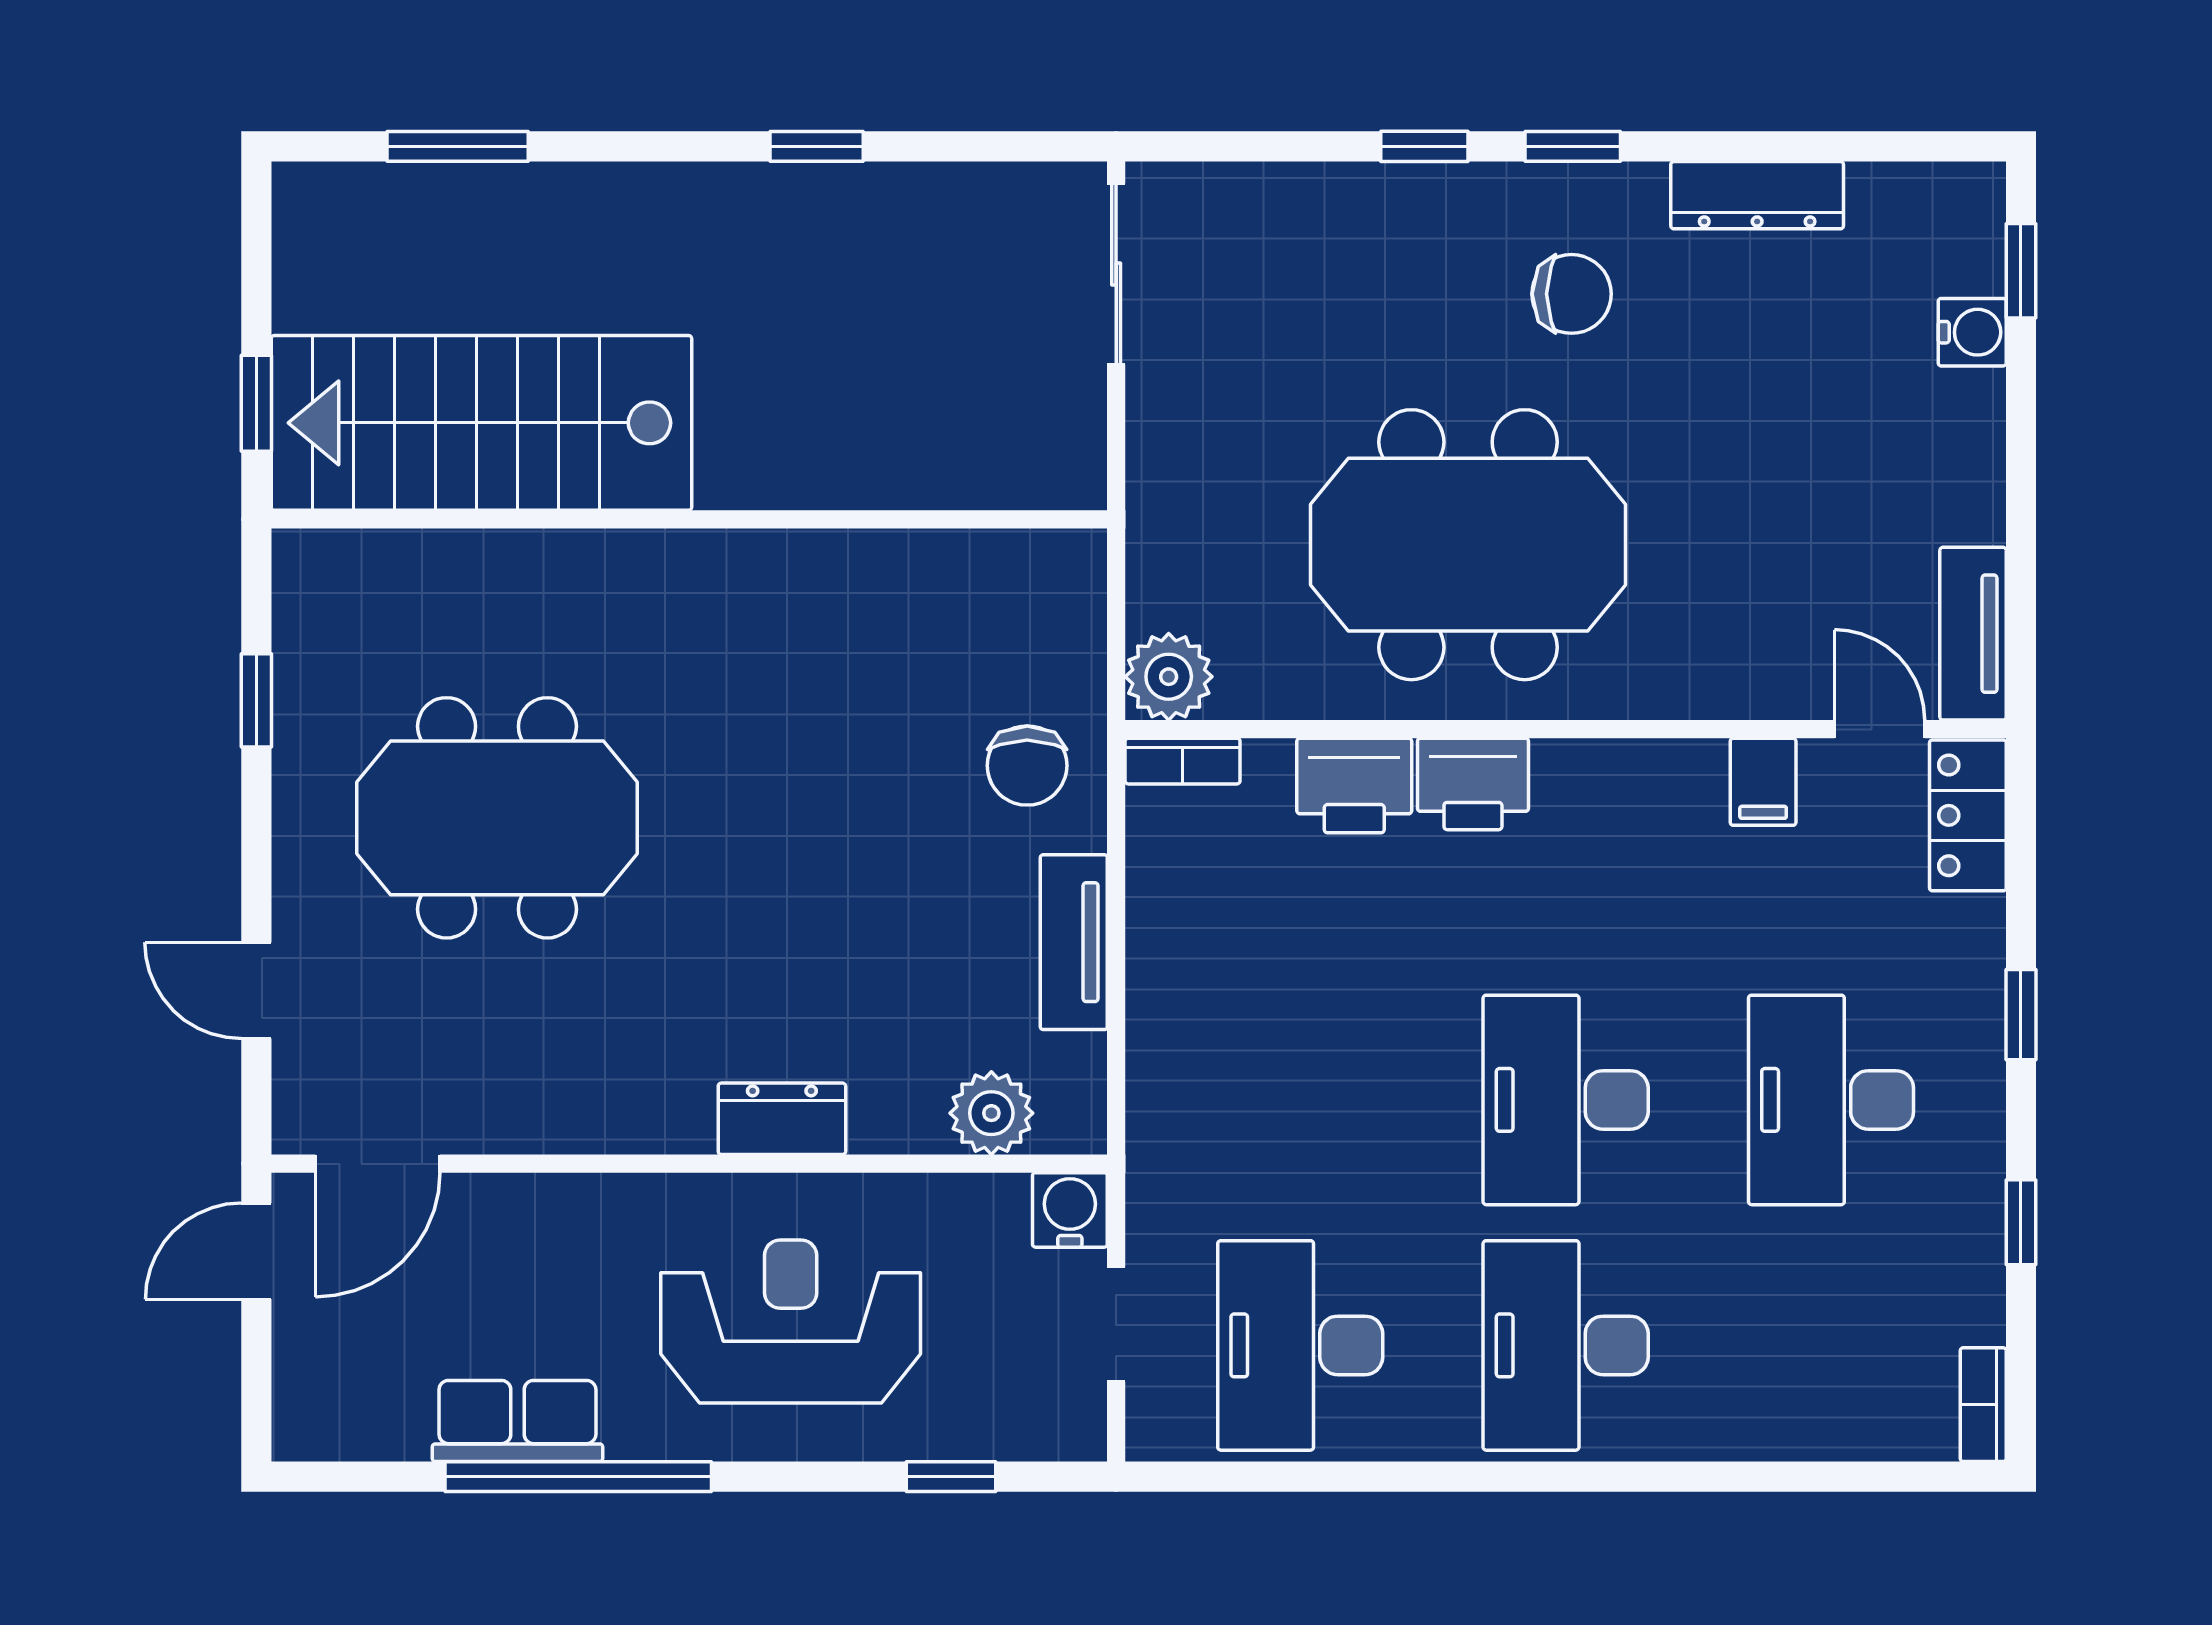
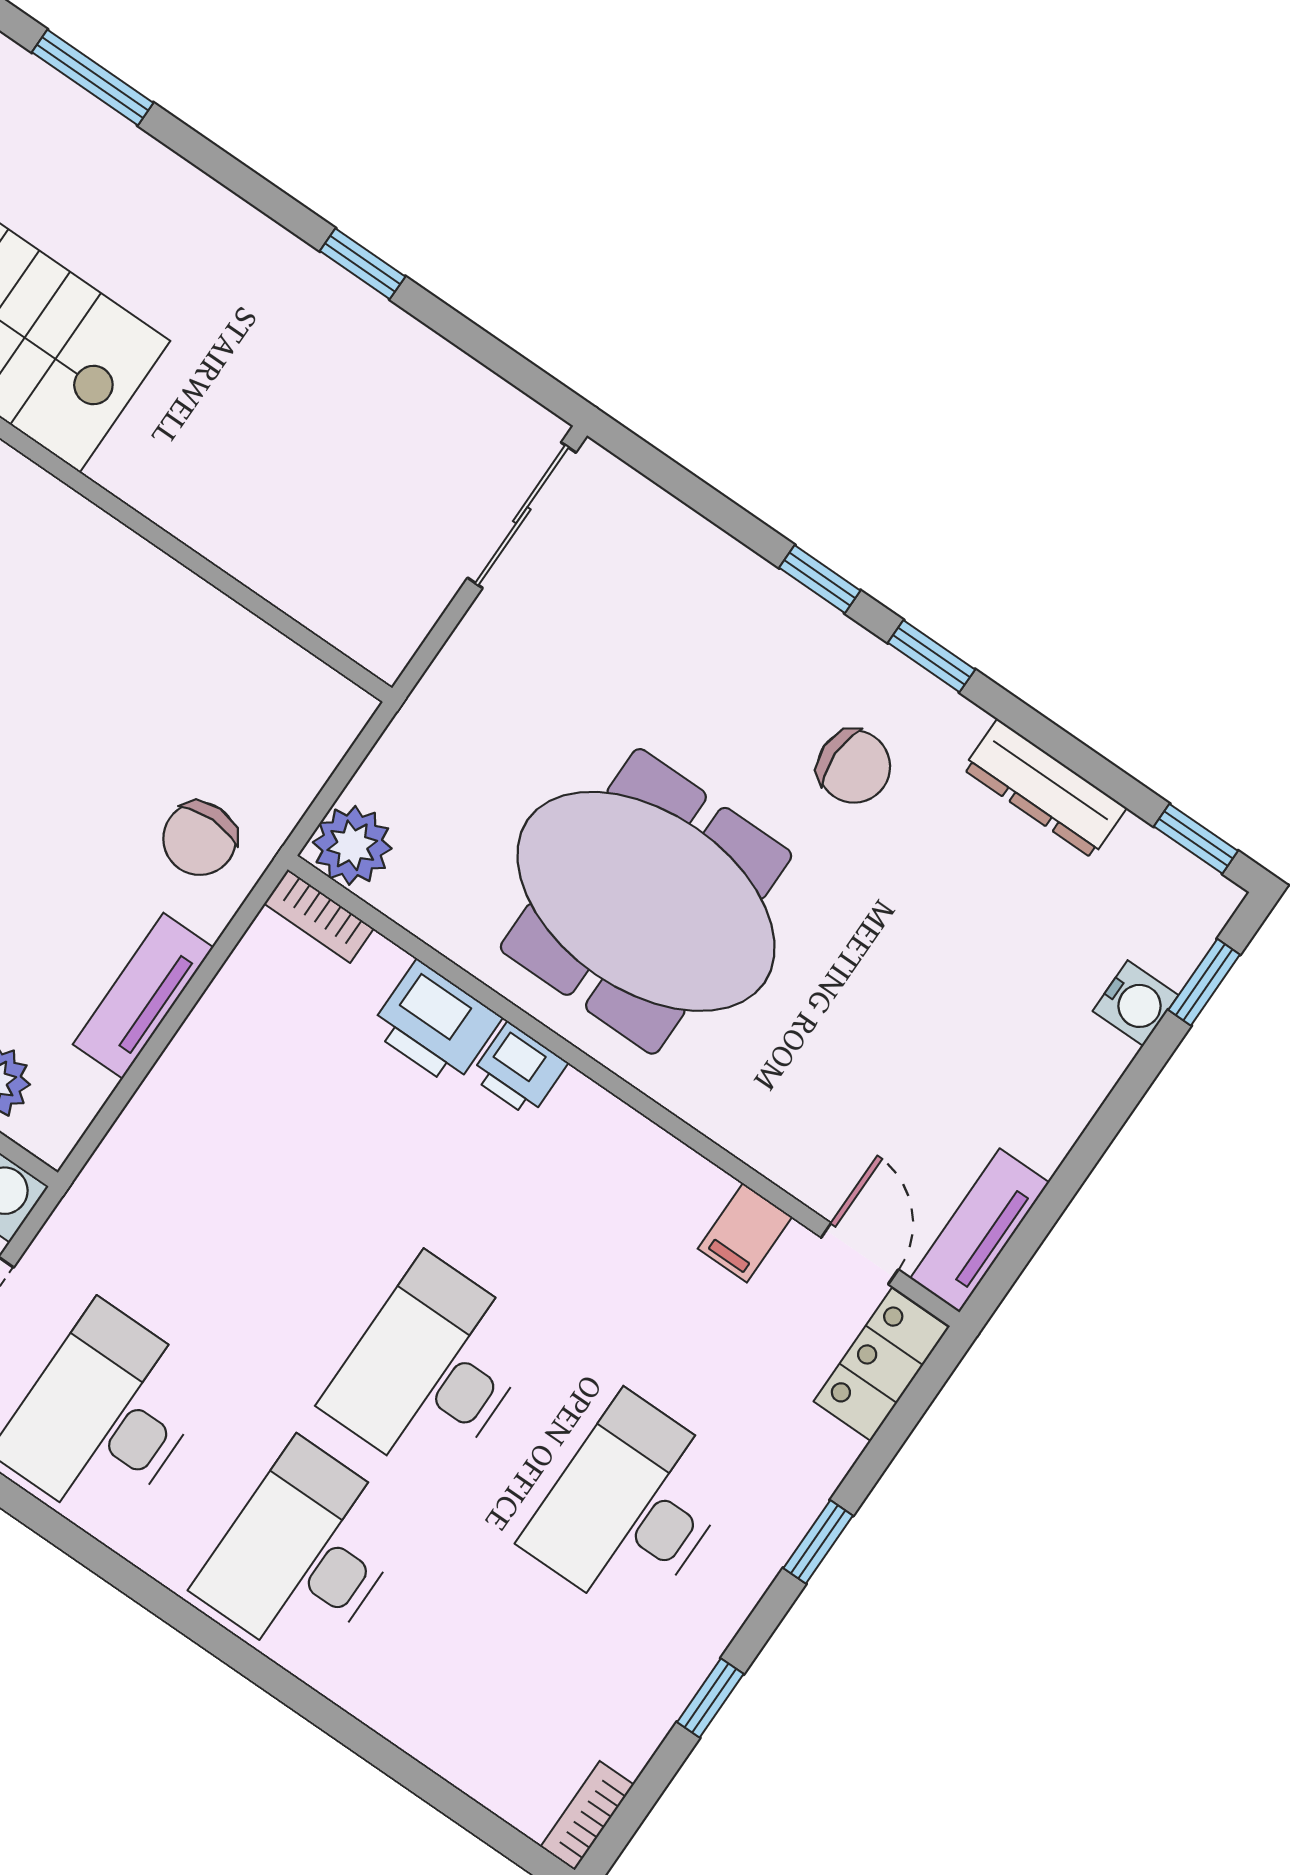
window: (1924, 146) -> (1196, 839), added
printer: (1473, 784) -> (519, 1070), width x0.73, depth x0.81

